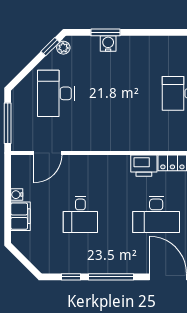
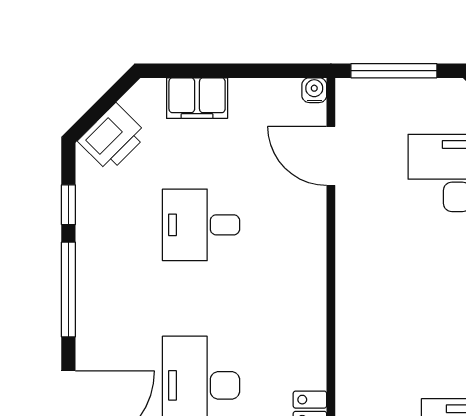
printer: (144, 166) -> (113, 138), moved, turned -135
water cooler: (17, 195) -> (314, 90), moved

